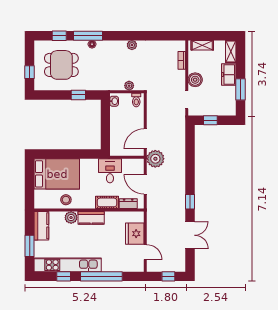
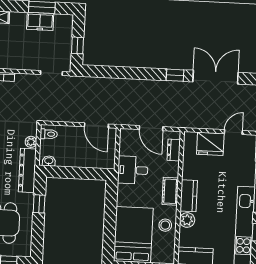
freezer: (229, 75) -> (40, 21), moved
boiler: (195, 80) -> (28, 62), removed
dresser: (105, 84) -> (27, 170), added
plant: (155, 159) -> (121, 114), removed
door: (145, 184) -> (151, 128), hinge flipped
cot: (107, 202) -> (170, 191), moved
double door: (190, 235) -> (215, 77), width x1.37

